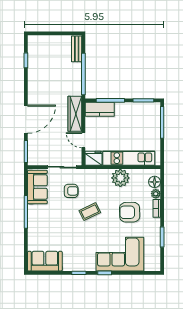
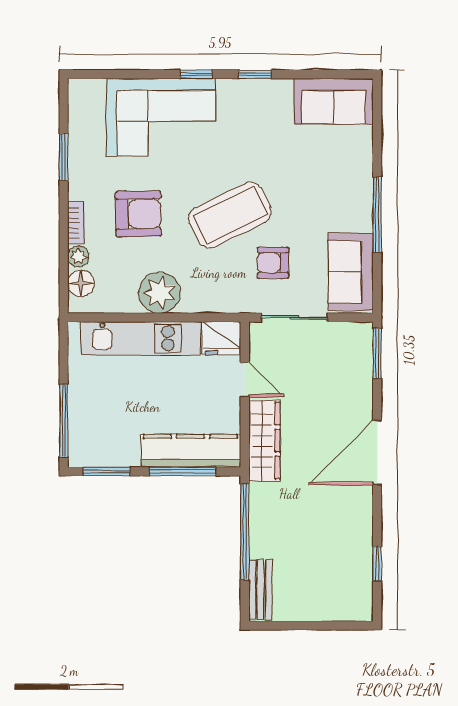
kitchen counter: (100, 109) -> (191, 451), width x1.50
door: (26, 119) -> (377, 453), moved
coffee table: (90, 212) -> (230, 215), width x1.86, depth x1.72

